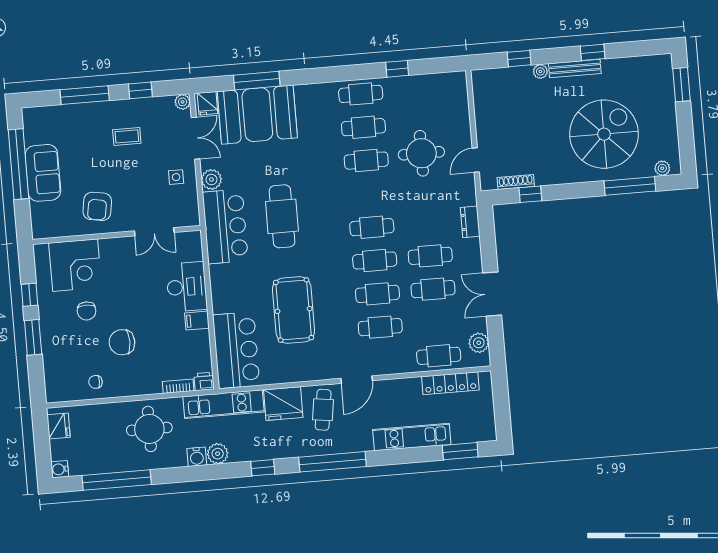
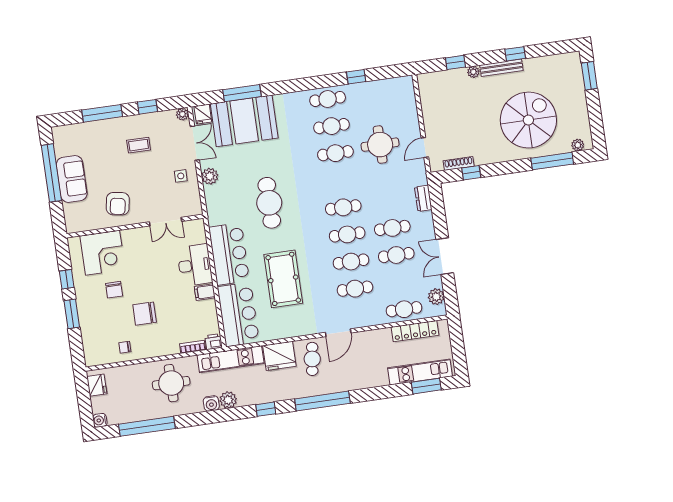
bar counter: (225, 226) -> (229, 254), moved
kitchen unit: (412, 437) -> (420, 372), moved

